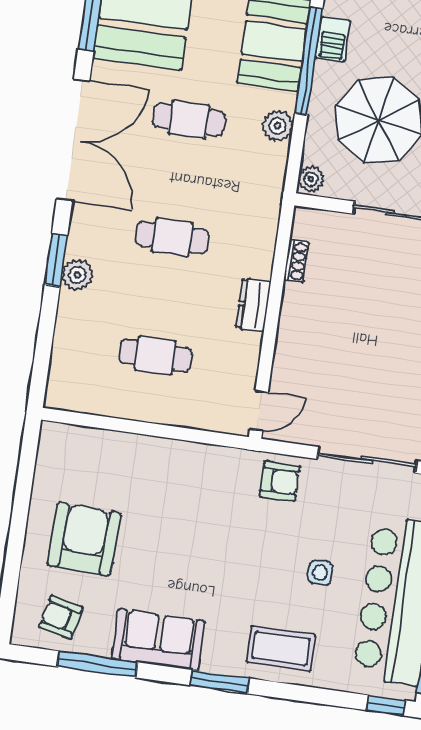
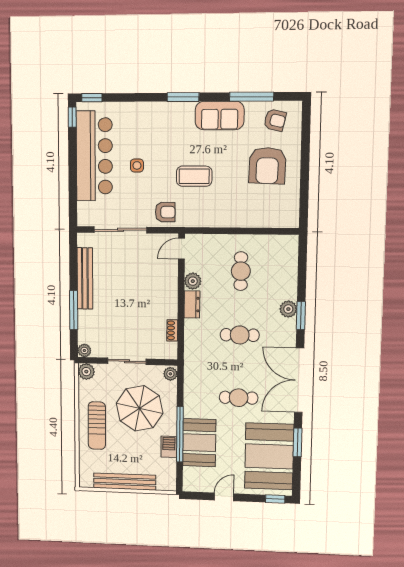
plant: (278, 126) -> (193, 281), moved
cafe table: (155, 355) -> (241, 271), turned 90
armchair: (280, 481) -> (165, 212), turned 180
coffee table: (281, 648) -> (194, 176), moved

